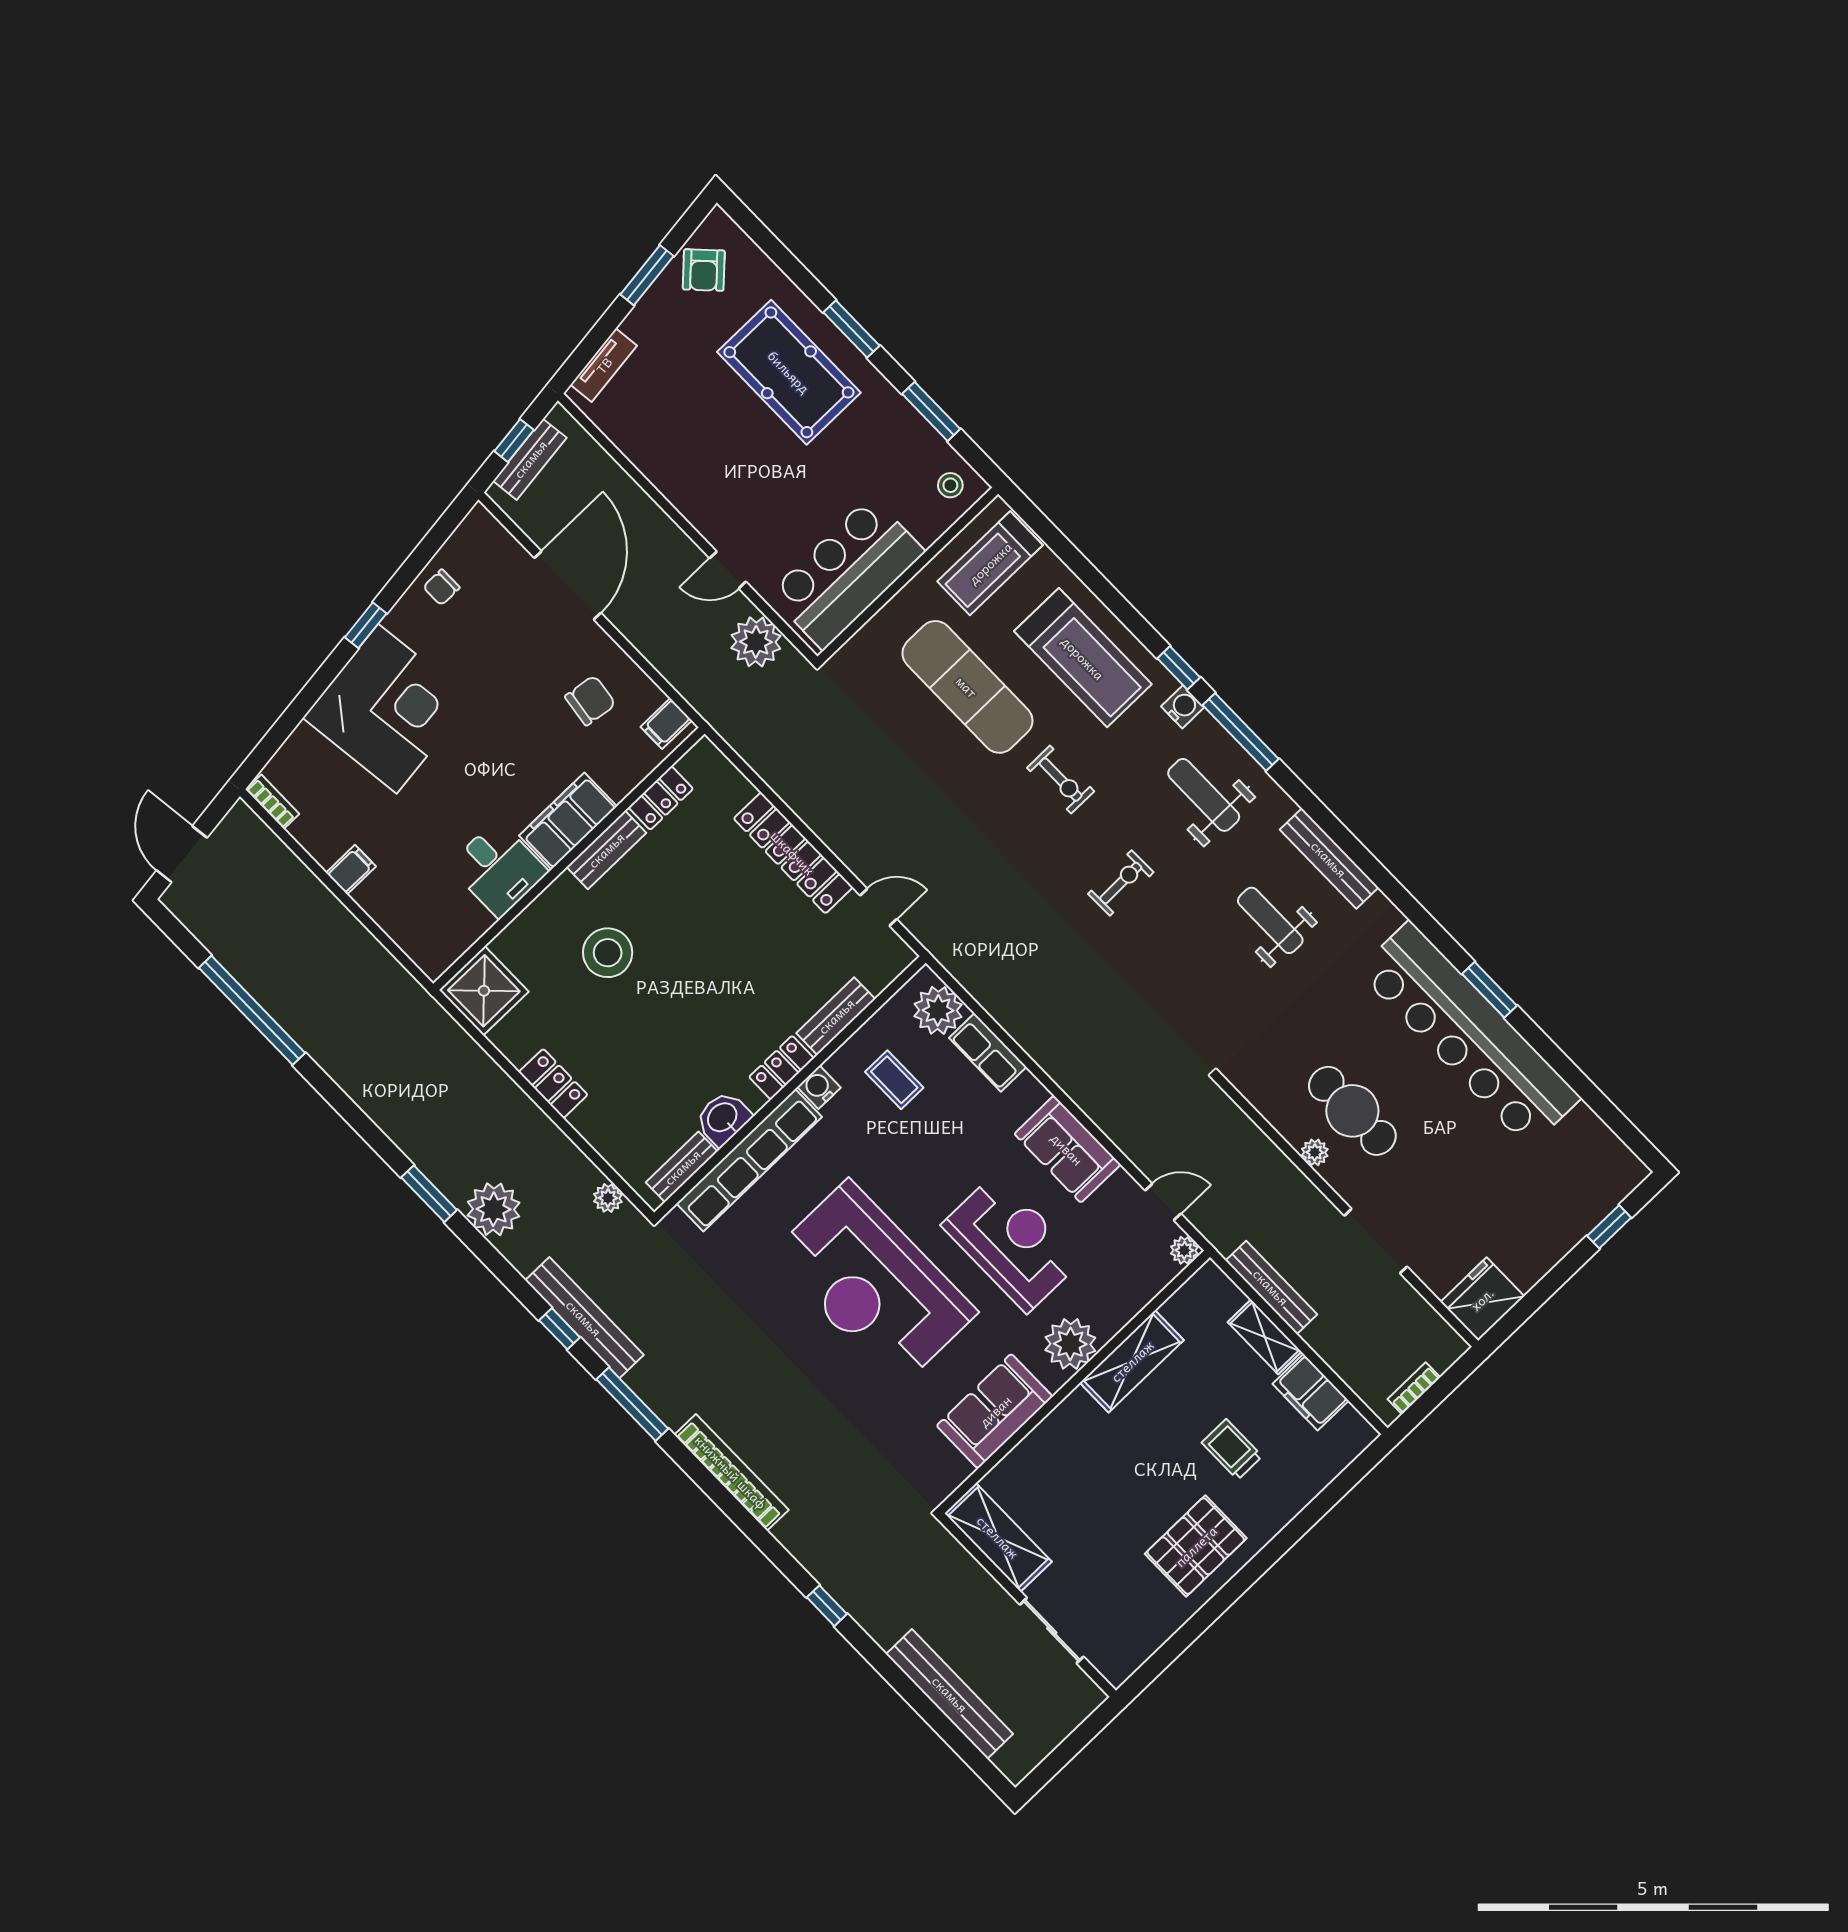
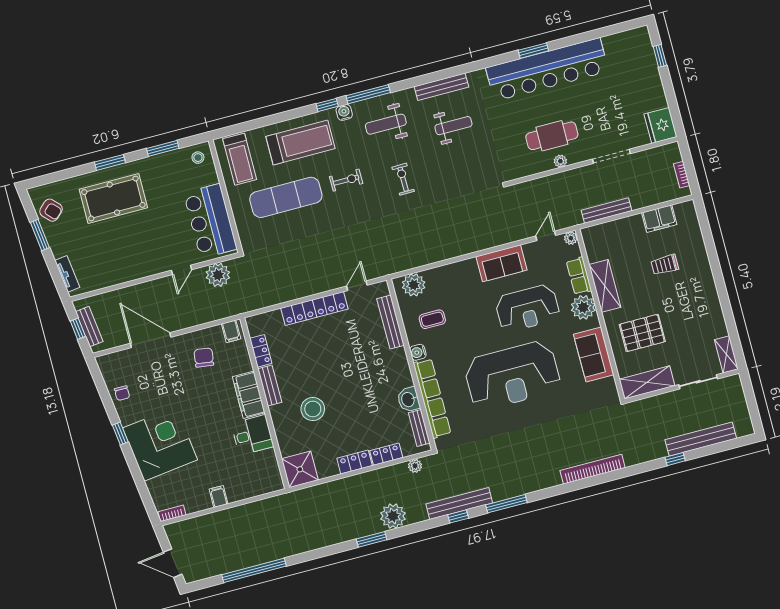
weight bench: (1270, 920) -> (453, 126), turned 180
bench: (836, 1016) -> (390, 322), width x1.36
row of seats: (988, 1052) -> (579, 276), moved, turned 90
locker: (782, 1068) -> (386, 454), moved, turned 90
reception desk: (1012, 1243) -> (527, 308), turned 180
shelving: (1265, 1337) -> (726, 354), moved, turned 90
bookcase: (731, 1472) -> (593, 469), moved
pallet: (1196, 1546) -> (642, 333), moved, turned 90
window: (827, 1606) -> (675, 459), moved

